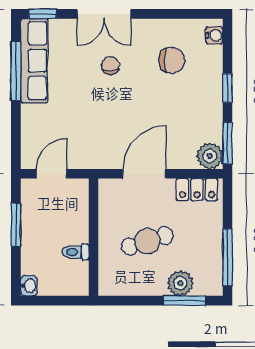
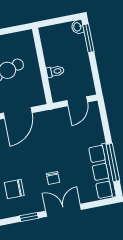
window: (43, 14) -> (29, 217), moved
window: (16, 225) -> (88, 38), moved
toilet: (76, 252) -> (55, 71), moved

